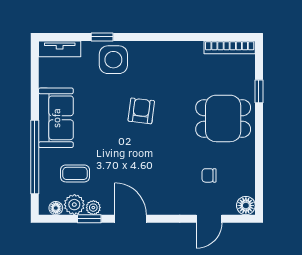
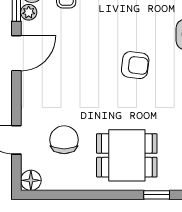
dining table: (223, 118) -> (127, 155), turned 90
chair: (209, 175) -> (64, 140), width x1.87, depth x1.87

